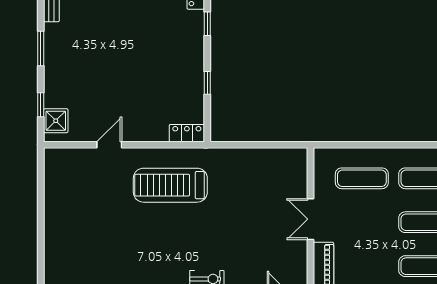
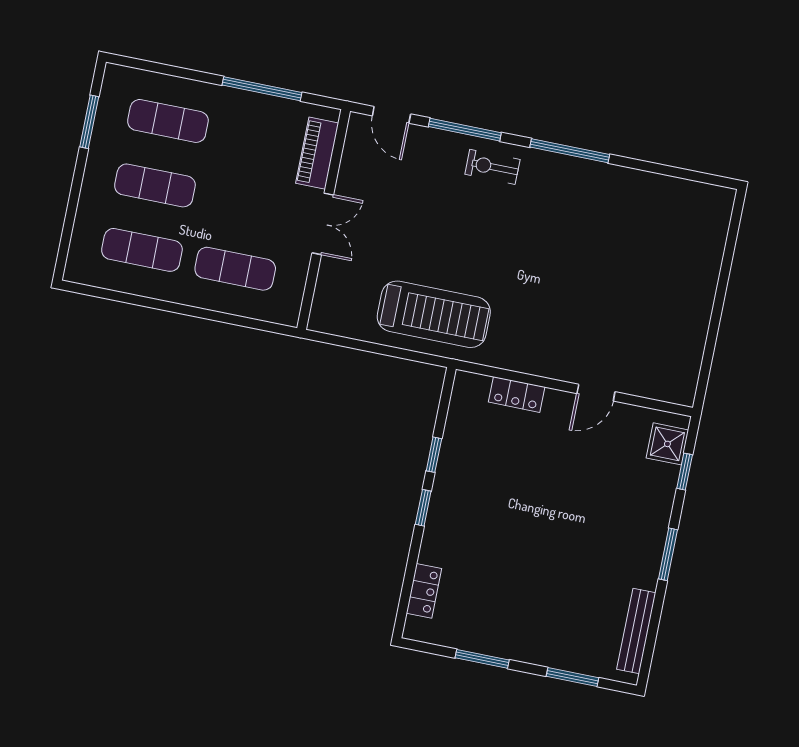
window: (207, 24) -> (423, 508), moved
locker: (187, 133) -> (517, 394), moved
treadmill: (170, 185) -> (434, 314), moved

